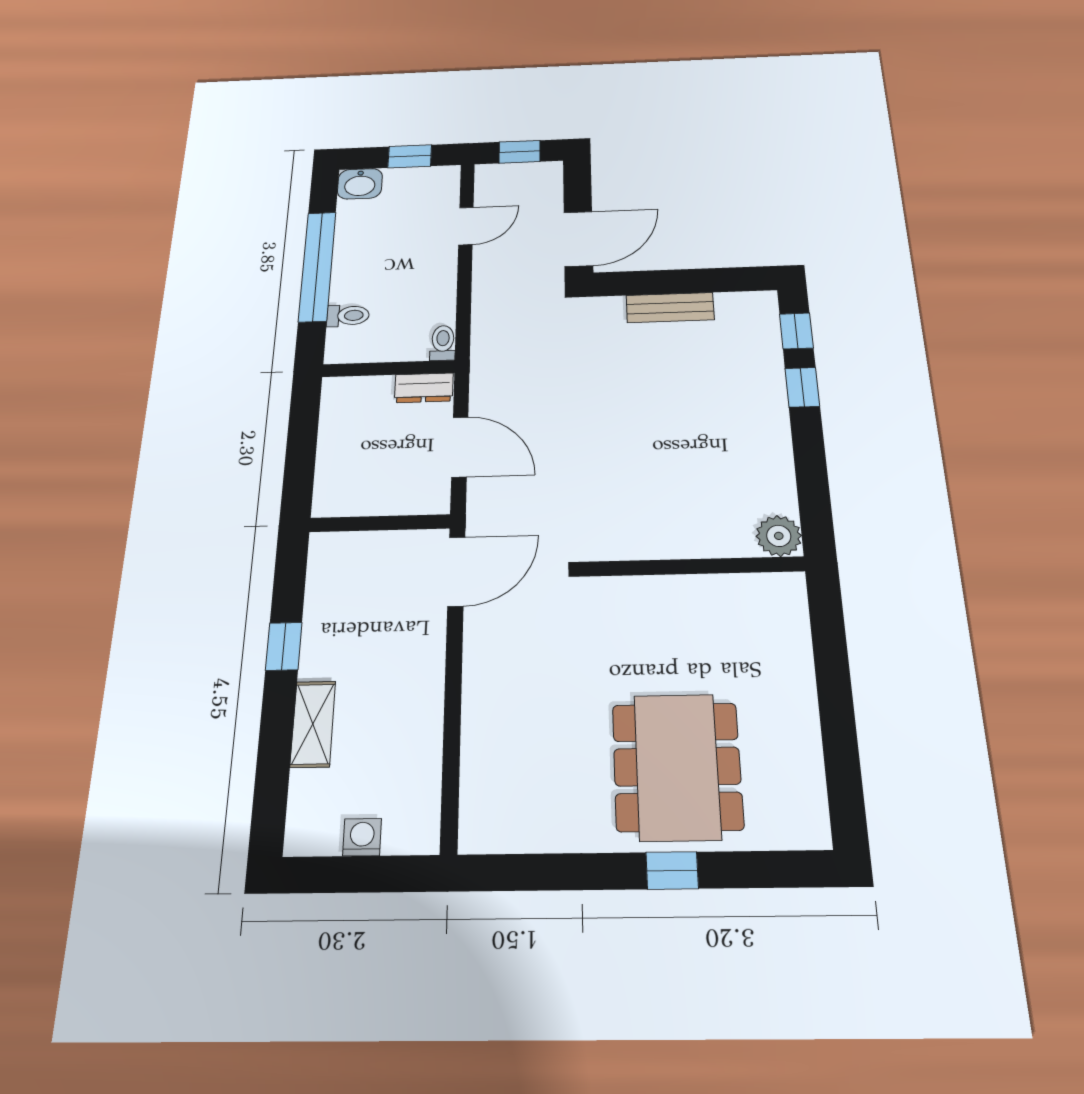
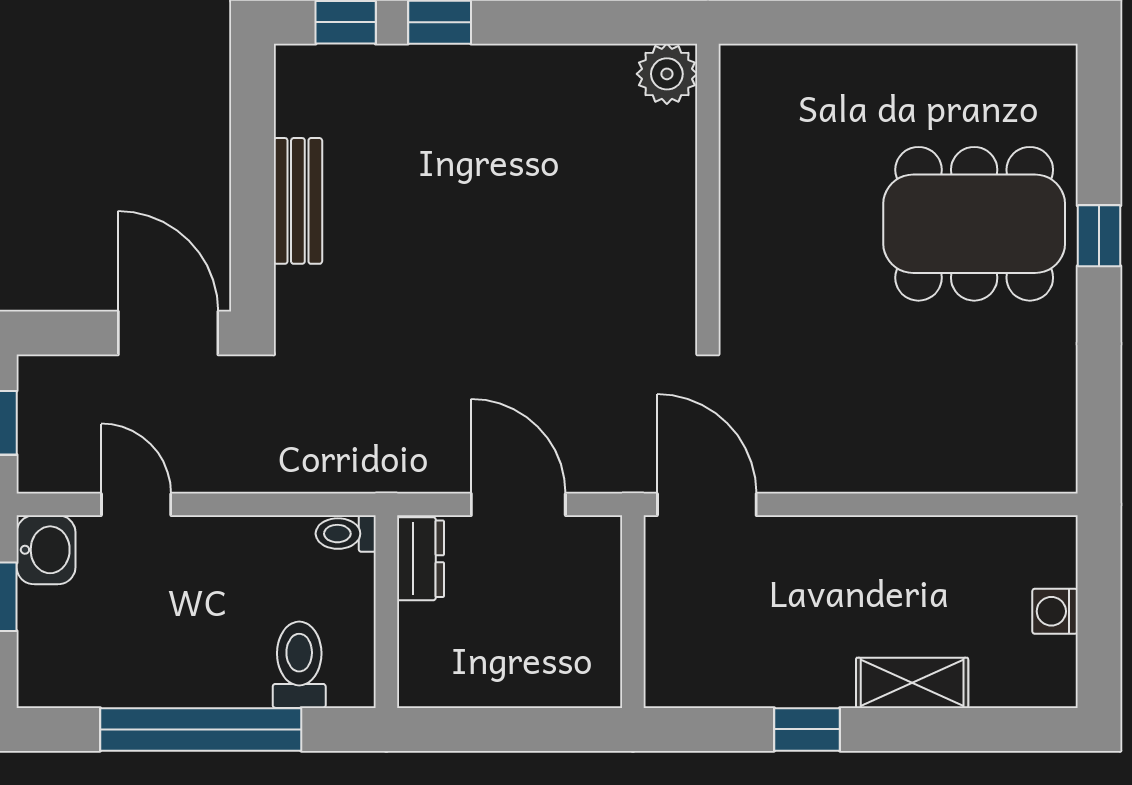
washbasin: (360, 184) -> (46, 550), moved
toilet: (348, 316) -> (299, 665), width x1.37, depth x1.39
door: (460, 447) -> (518, 504), hinge flipped

